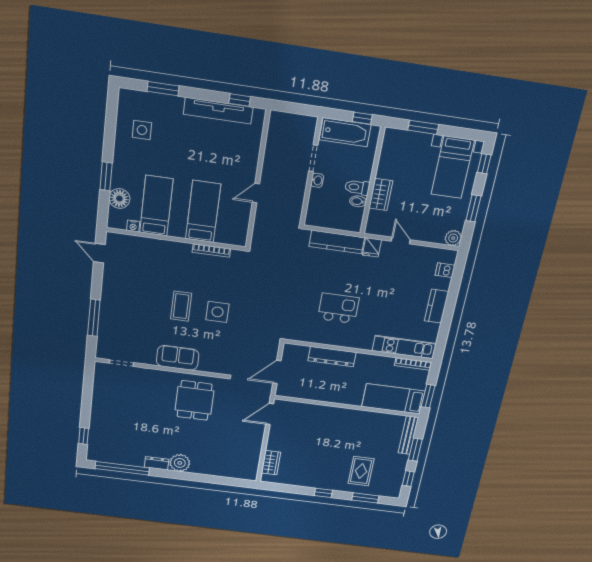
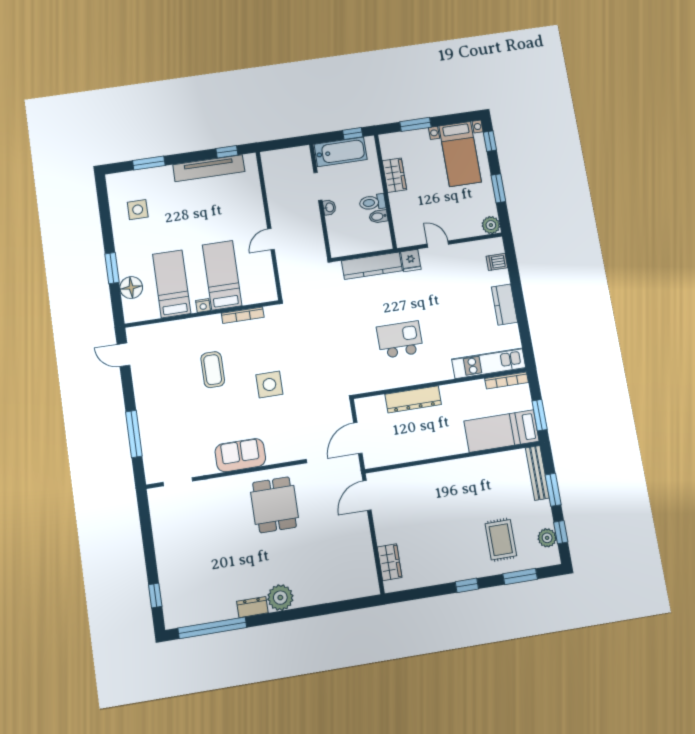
wardrobe: (381, 194) -> (394, 175), moved
nightstand: (133, 226) -> (203, 306), moved
coffee table: (181, 306) -> (213, 370), moved
plant: (396, 479) -> (547, 538), added

